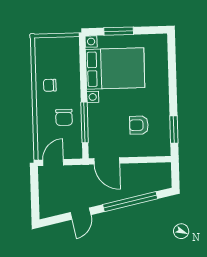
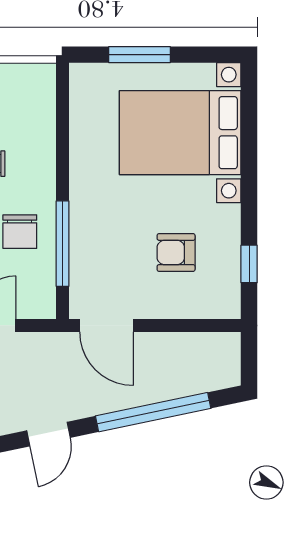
bed with nightstands: (115, 69) -> (180, 133), moved, turned 180
window: (174, 130) -> (249, 264), width x0.67

